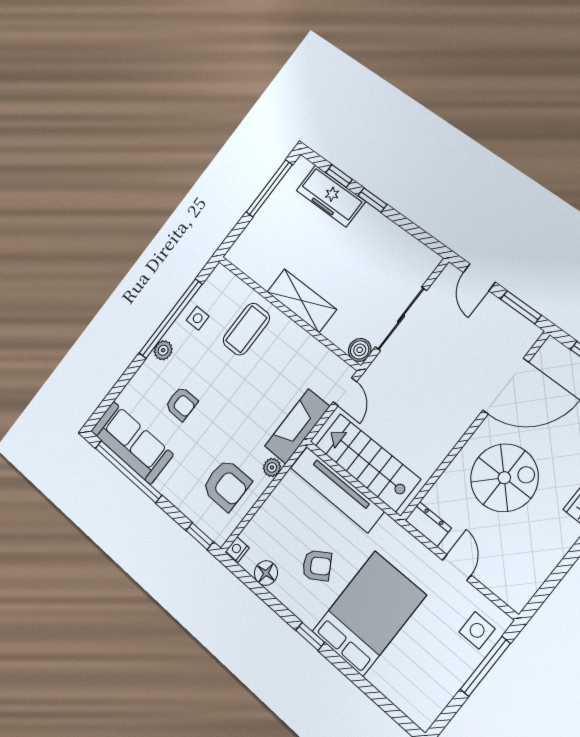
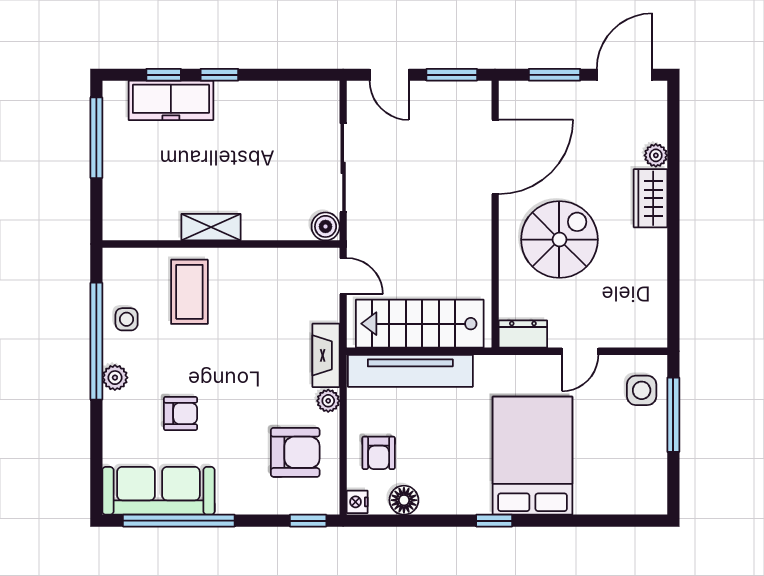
shelving: (302, 301) -> (211, 227), width x0.67, depth x0.75
fireplace: (297, 426) -> (326, 355), width x0.73, depth x0.76
armchair: (317, 566) -> (379, 453), moved, turned 122
door: (457, 568) -> (580, 351), swing flipped

